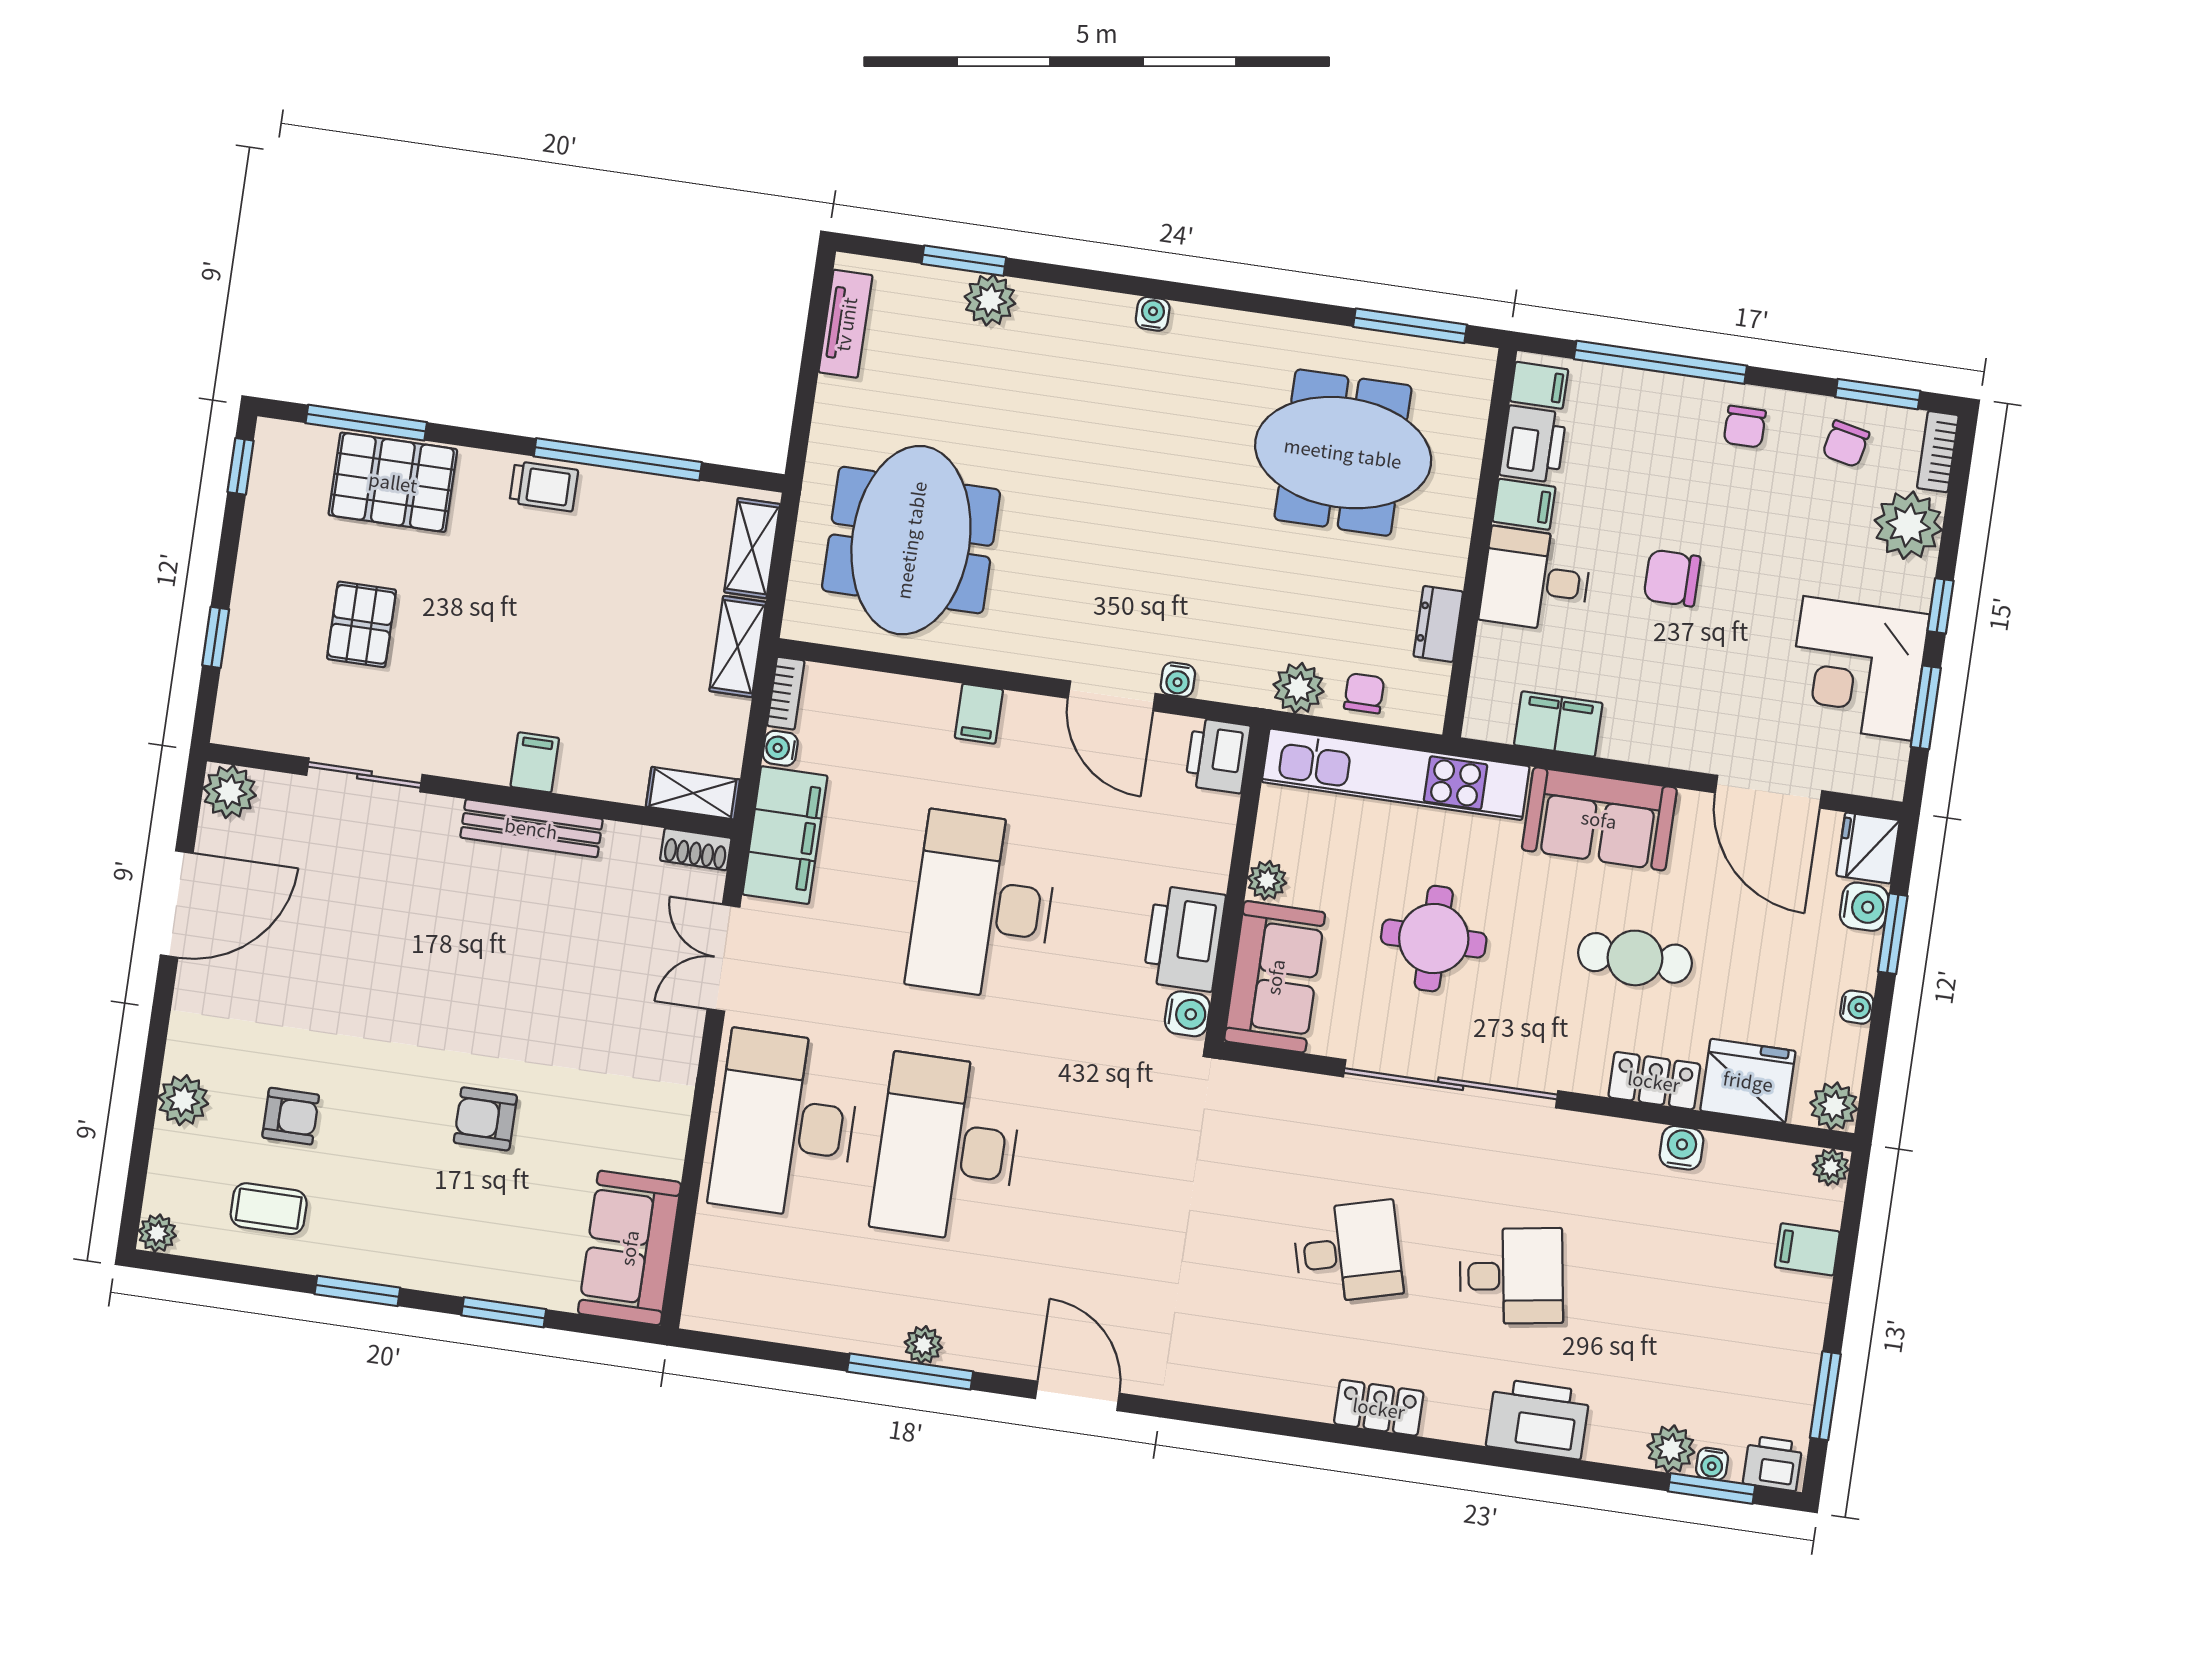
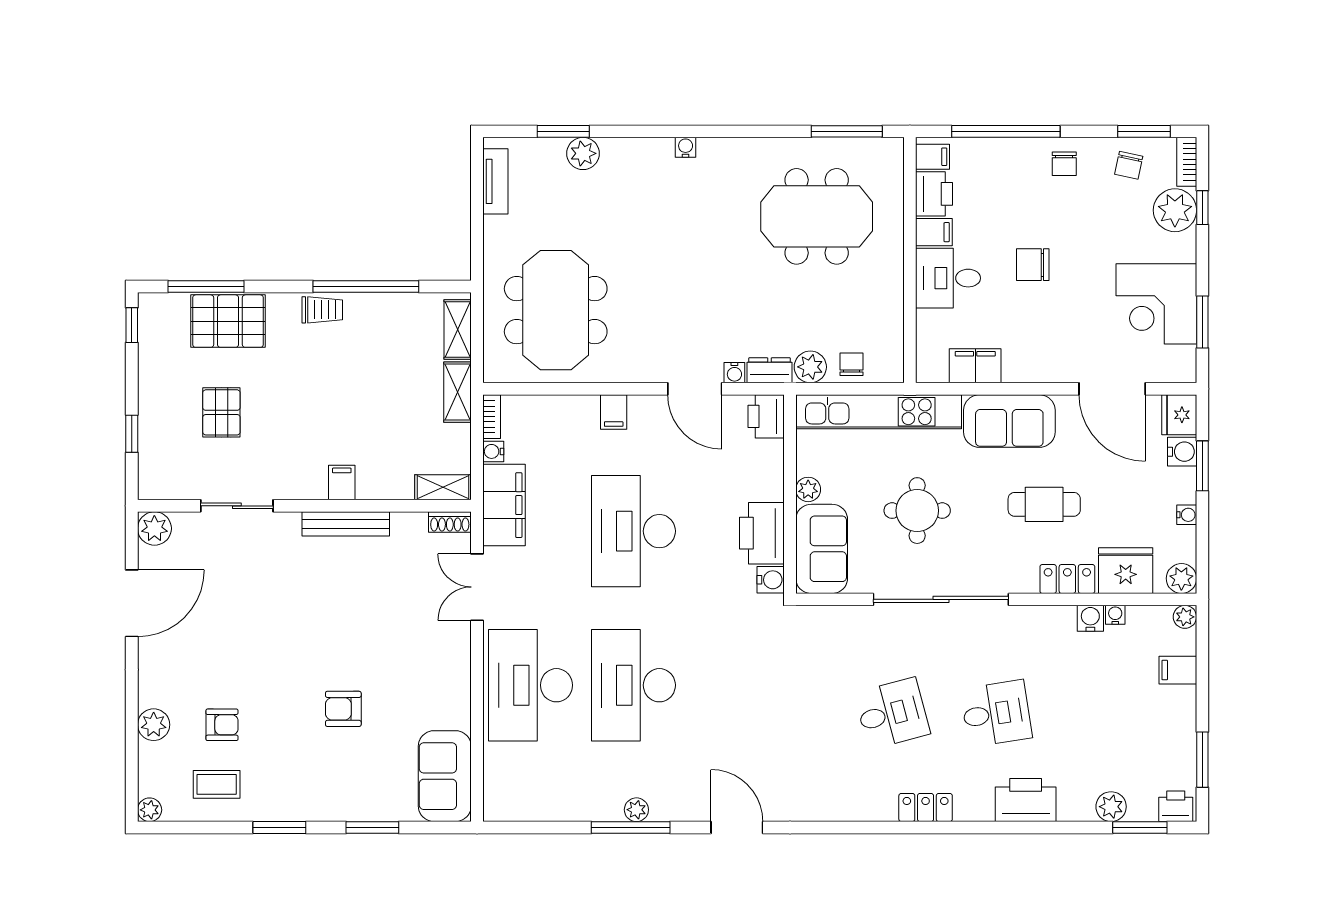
window: (1941, 606) -> (1202, 208), moved
dresser: (1438, 624) -> (769, 370), moved, turned 90
water cooler: (1712, 1464) -> (1115, 615), moved, turned 180

